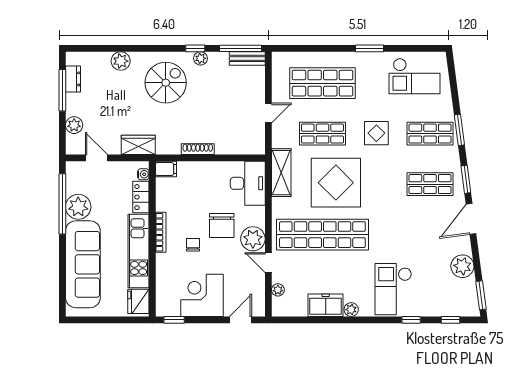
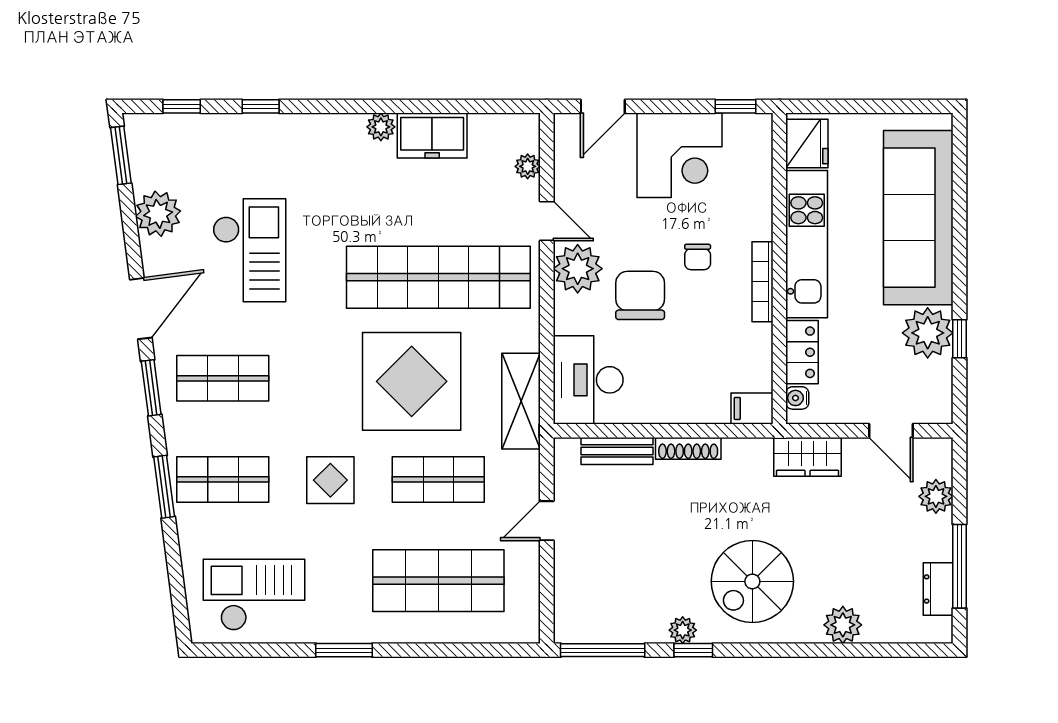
bench: (247, 58) -> (617, 451), moved
window: (62, 204) -> (960, 339), width x0.32
checkout: (393, 289) -> (249, 250), moved

